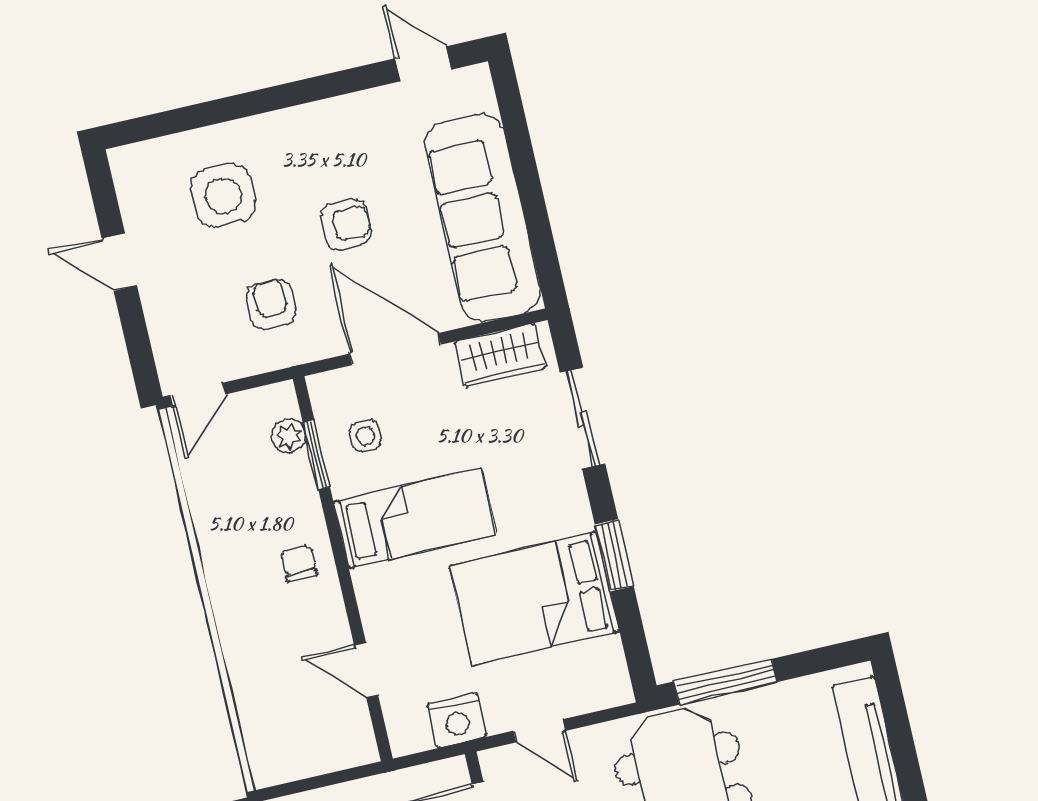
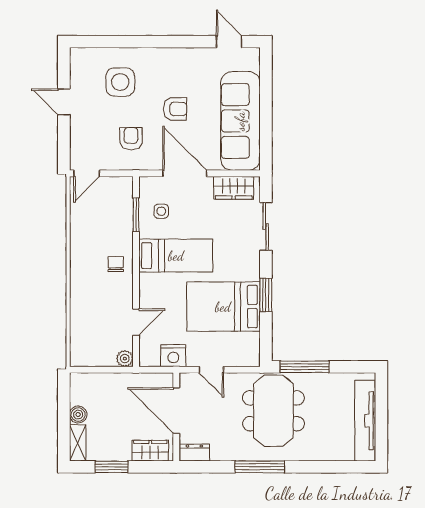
plant: (289, 436) -> (125, 359), moved
door: (366, 670) -> (136, 322), swing flipped

